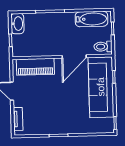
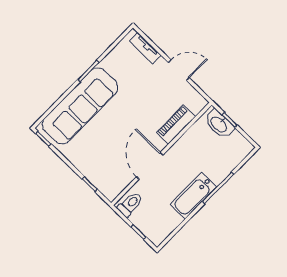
bathtub: (92, 19) -> (194, 195), moved
washbasin: (17, 24) -> (219, 124), moved
piano: (35, 67) -> (176, 125), width x0.73, depth x0.75
sofa: (101, 87) -> (80, 106), moved, turned 90

